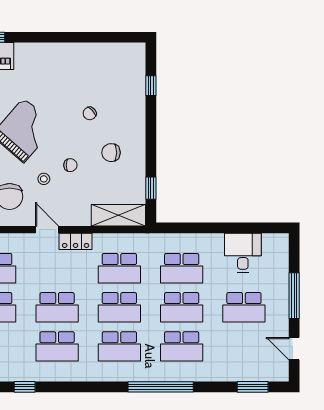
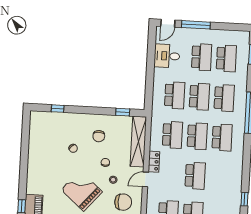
shelving: (118, 215) -> (138, 142), width x1.47
school desk: (57, 346) -> (226, 58), moved
door: (294, 349) -> (168, 23), moved

